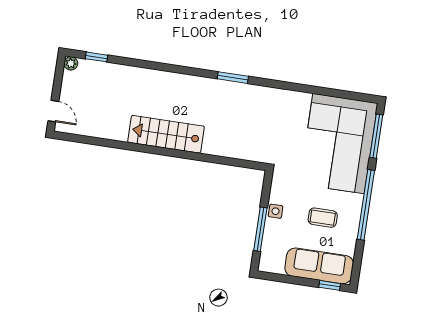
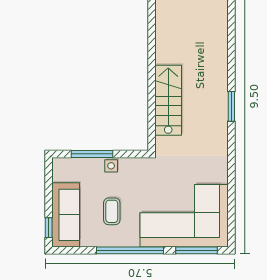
stairs: (166, 134) -> (168, 100), moved

